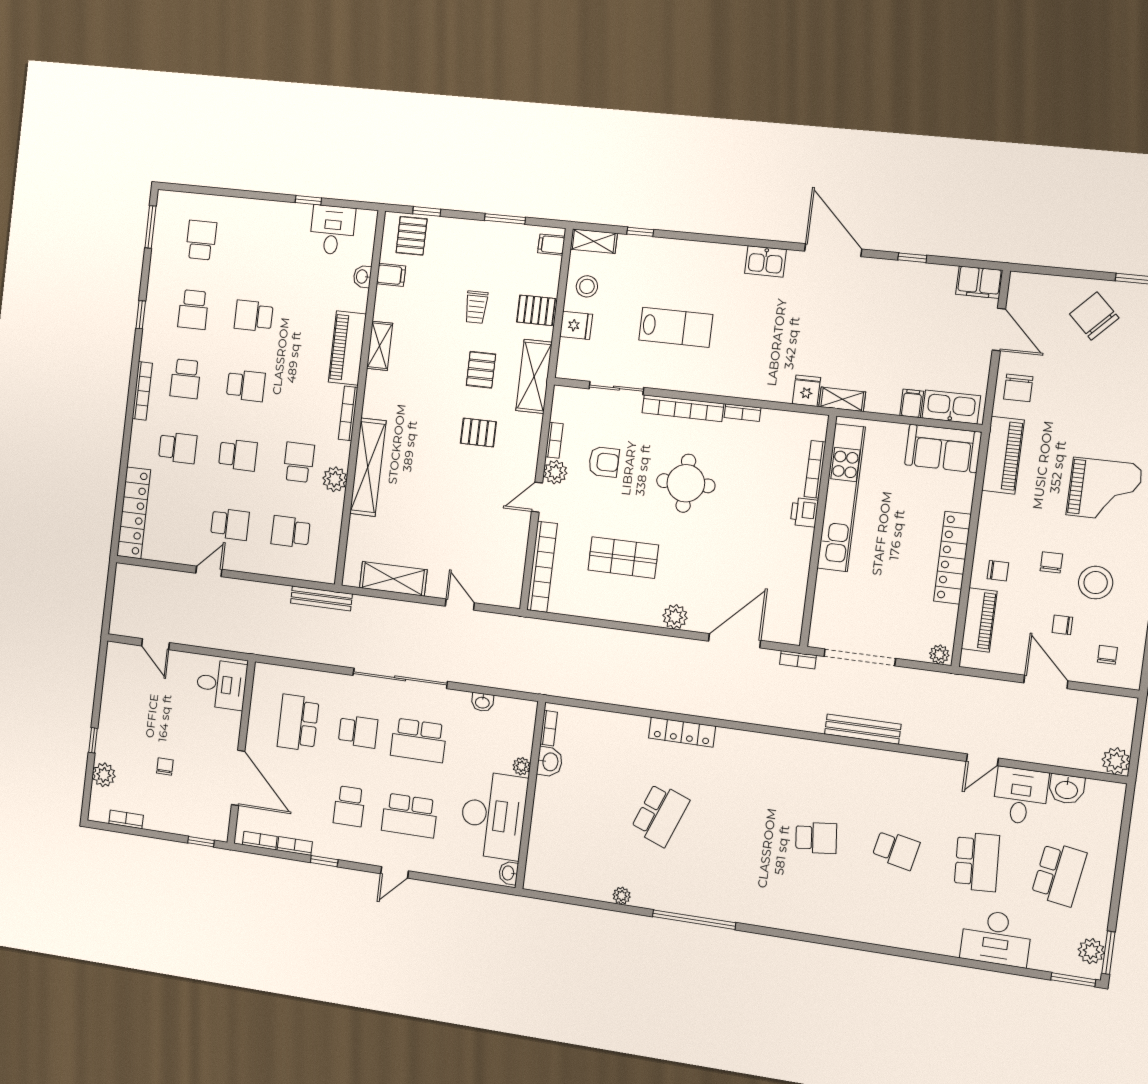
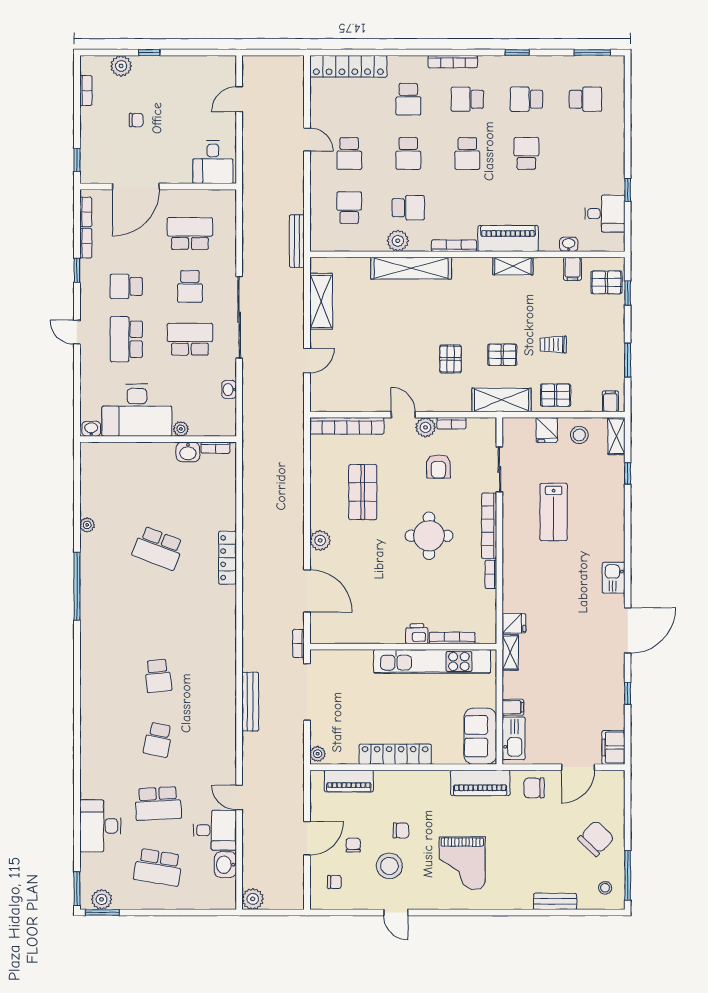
pallet: (536, 310) -> (556, 395), turned 90
chair: (998, 571) -> (389, 790), removed
school desk: (419, 740) -> (190, 339), turned 90

